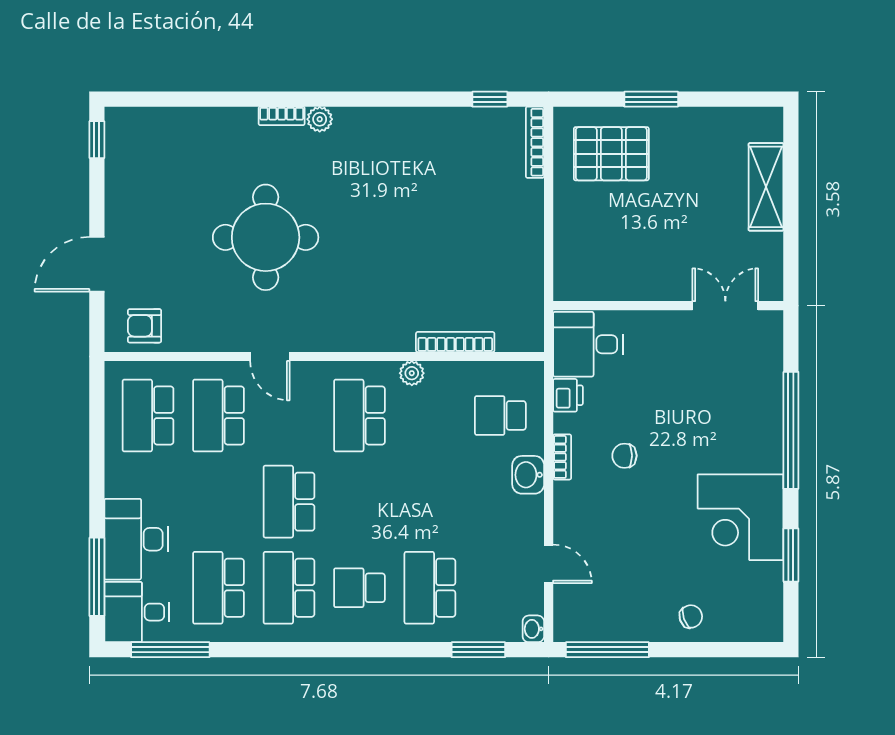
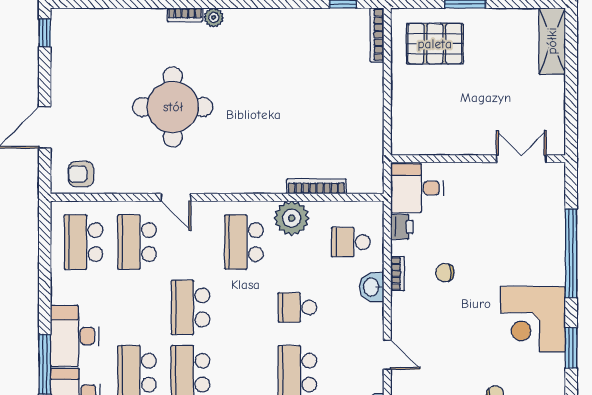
shelving: (766, 187) -> (552, 41), moved
plant: (412, 373) -> (292, 218), width x1.88, depth x1.88
school desk: (359, 588) -> (297, 307), moved

